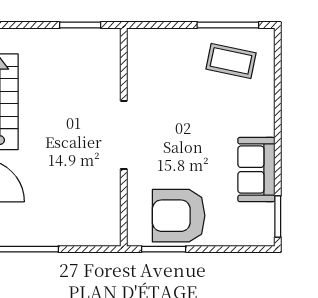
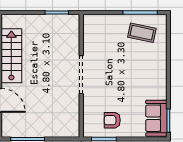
sofa: (256, 170) -> (156, 118), moved
armchair: (179, 216) -> (112, 120), width x0.53, depth x0.53

